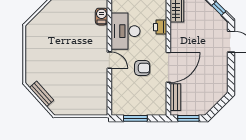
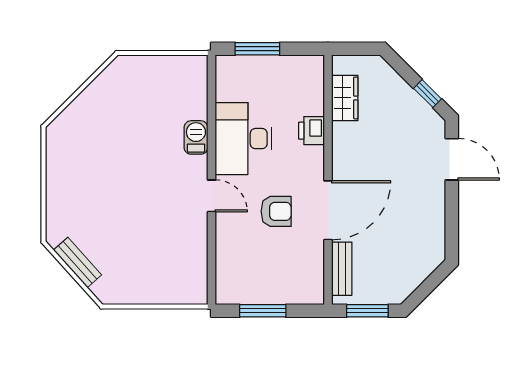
barbecue: (102, 17) -> (196, 137), moved

